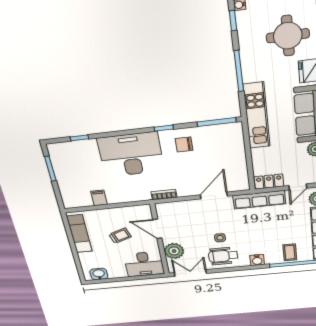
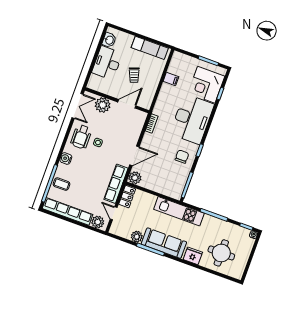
corner desk: (80, 158) -> (206, 85), added
plant: (241, 183) -> (135, 178), added
door: (214, 195) -> (134, 156), hinge flipped
wheelchair: (223, 256) -> (81, 137), turned 180
desk: (144, 264) -> (107, 63), moved

